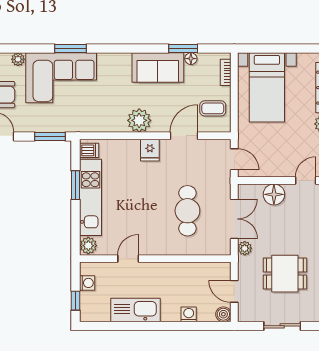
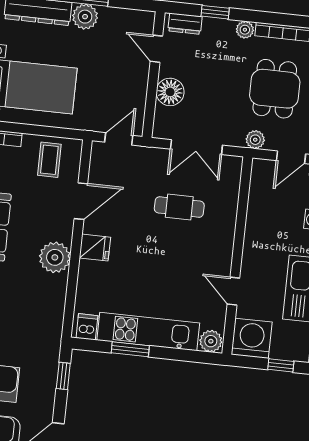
door: (184, 136) -> (81, 201), swing flipped
window: (50, 137) -> (63, 376), width x0.67
cafe table: (187, 211) -> (179, 207), width x0.73, depth x0.74
double door: (234, 219) -> (196, 147), swing flipped
plant: (245, 248) -> (255, 140), moved
washing machine: (87, 283) -> (252, 338), width x1.89, depth x1.89

